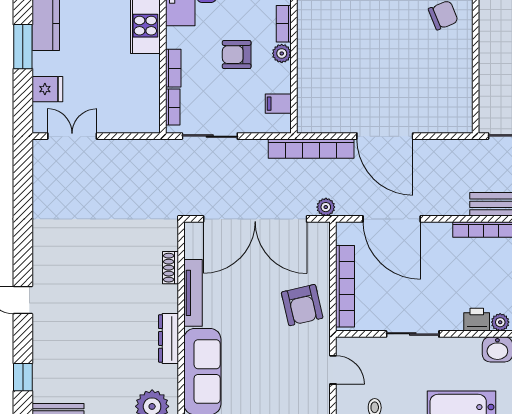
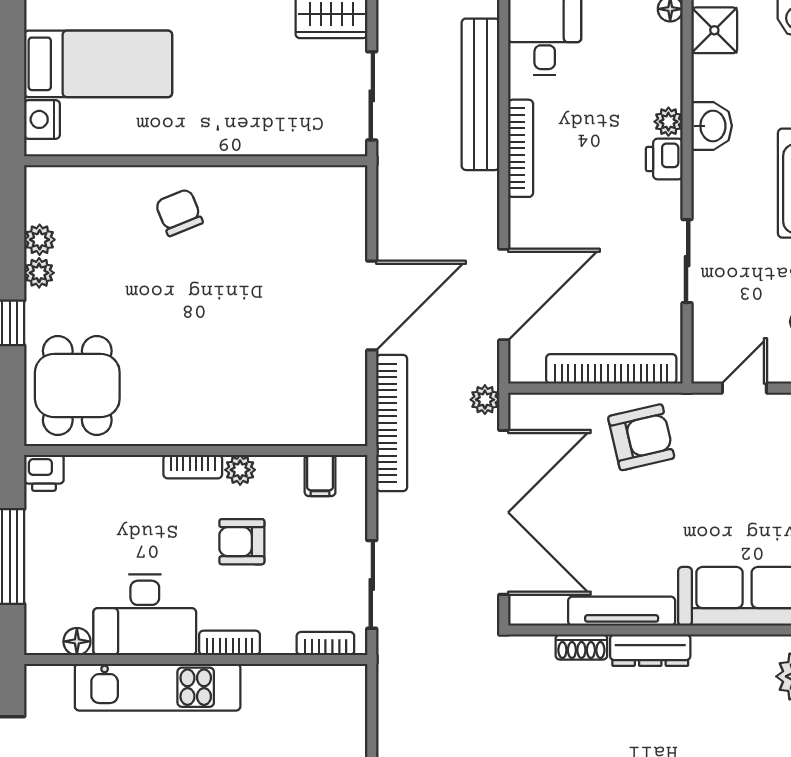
armchair: (237, 55) -> (242, 542), turned 90
bookcase: (173, 68) -> (230, 643), moved
dresser: (169, 338) -> (650, 650), moved

